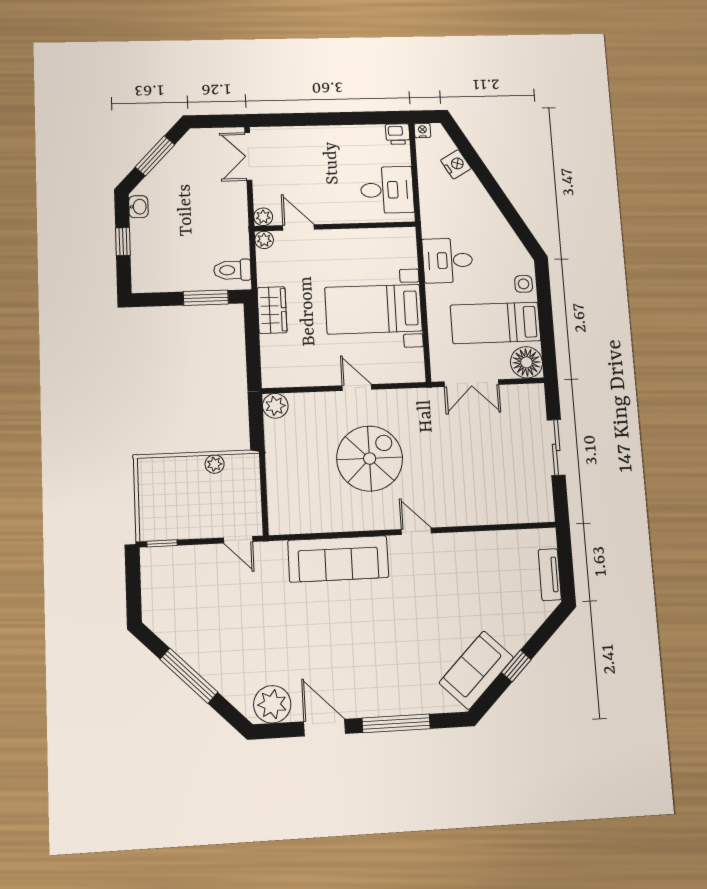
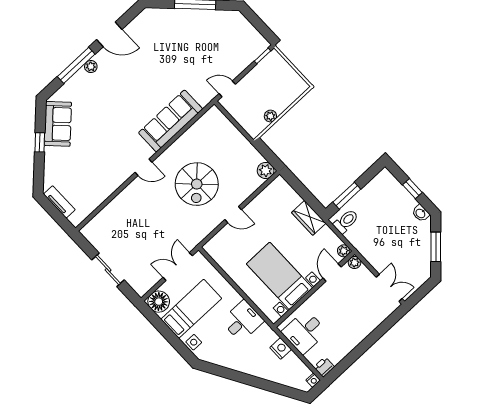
nightstand: (456, 164) -> (281, 348), moved, turned -150
door: (299, 227) -> (332, 273), swing flipped
bed with nightstands: (373, 309) -> (280, 276), moved, turned -90
plant: (272, 704) -> (91, 67), moved, width x0.53, depth x0.53

